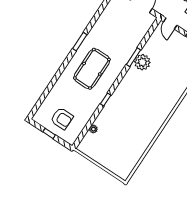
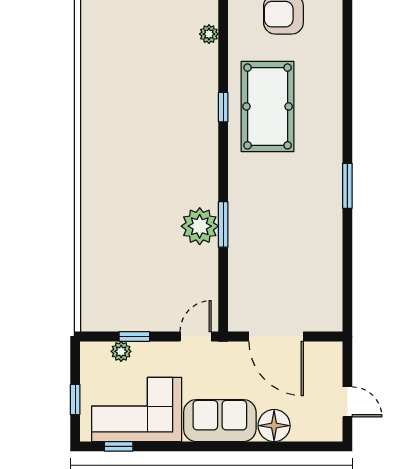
door: (170, 24) -> (196, 337), hinge flipped
pool table: (92, 69) -> (268, 106), moved

